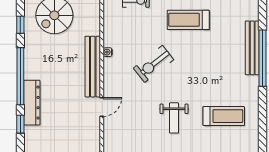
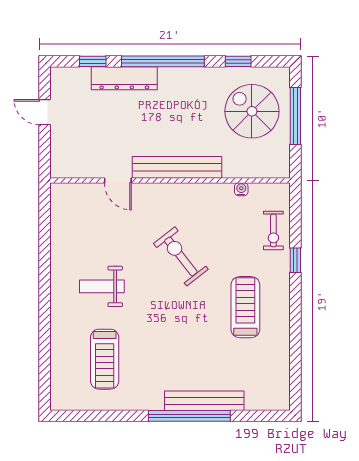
water cooler: (108, 52) -> (241, 189), moved

